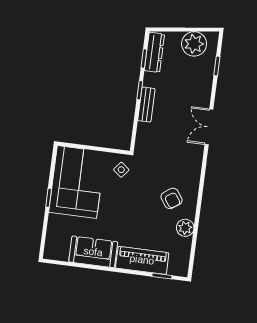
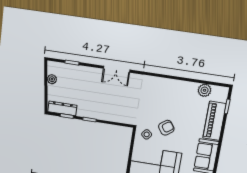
plant: (194, 44) -> (52, 79), width x0.53, depth x0.53
bench: (146, 105) -> (100, 115), removed
armchair: (171, 198) -> (166, 128), moved
plant: (185, 228) -> (205, 90), moved

